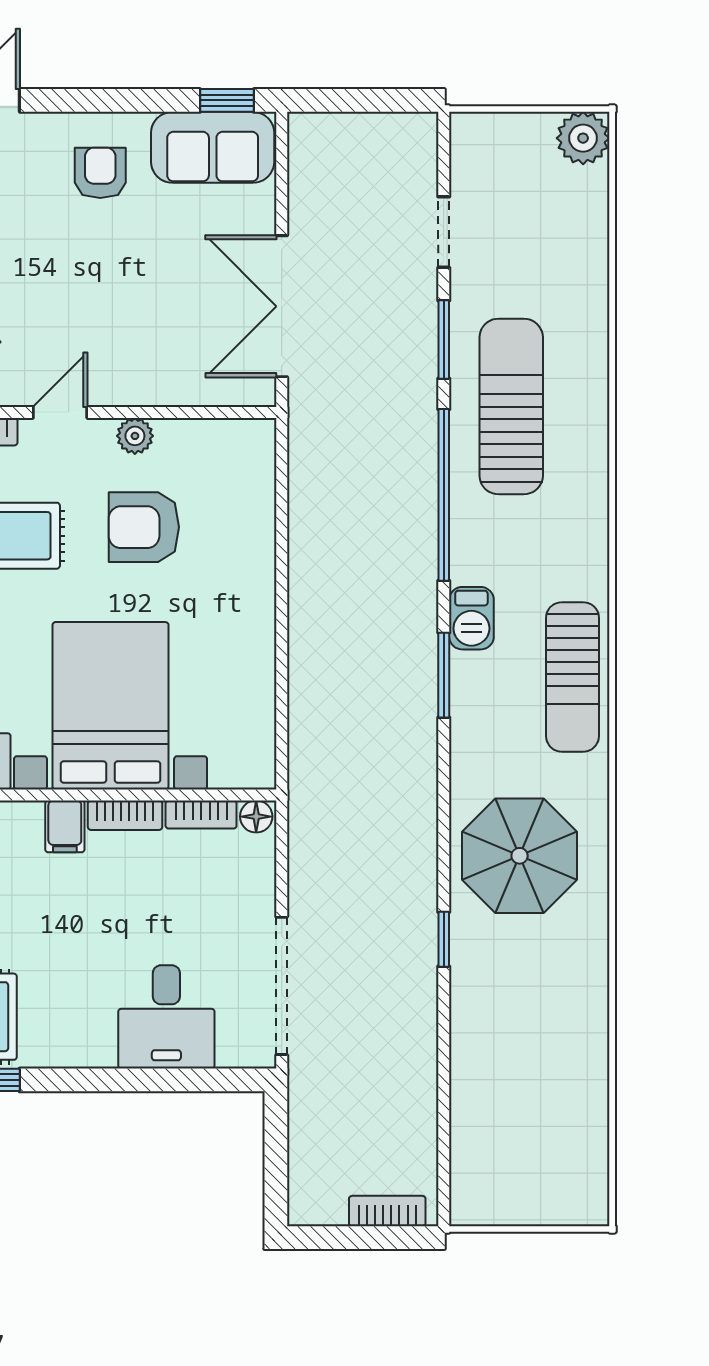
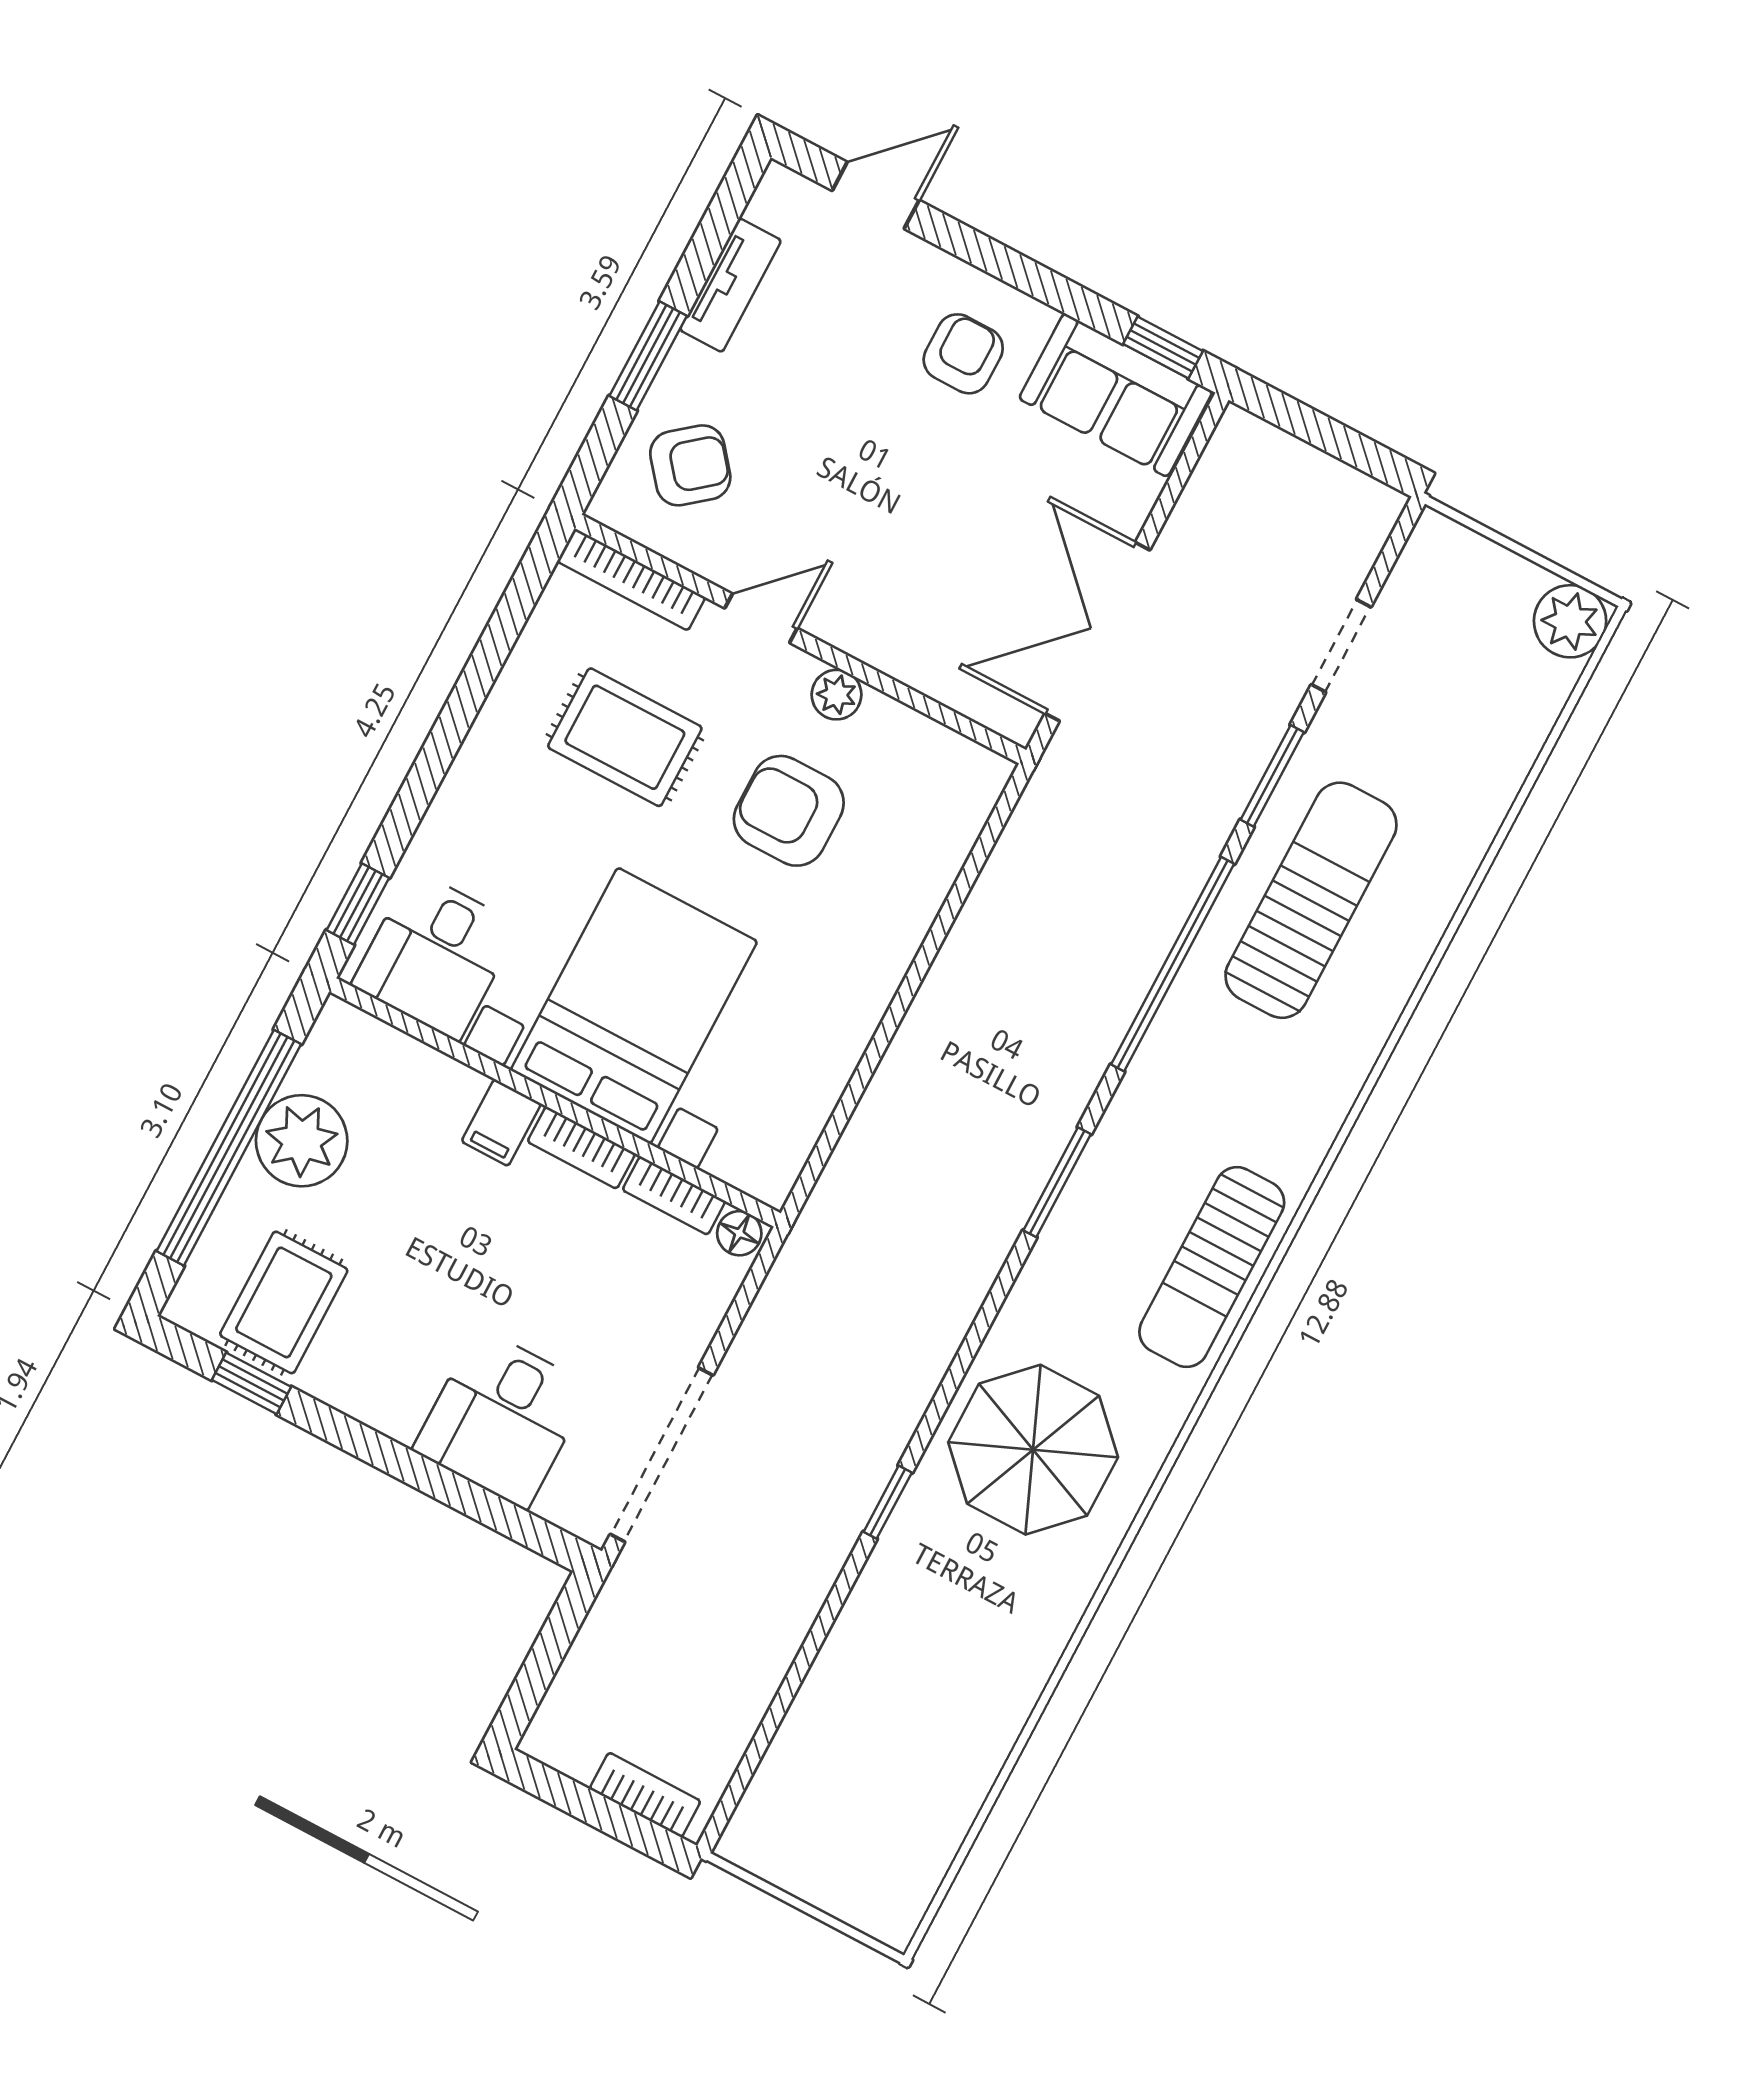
barbecue: (471, 618) -> (1127, 1131), removed

